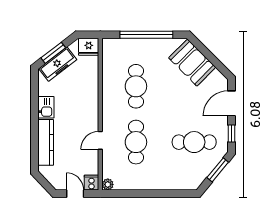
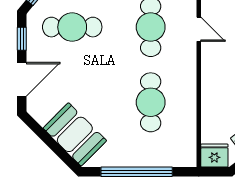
door: (100, 140) -> (199, 29), hinge flipped

